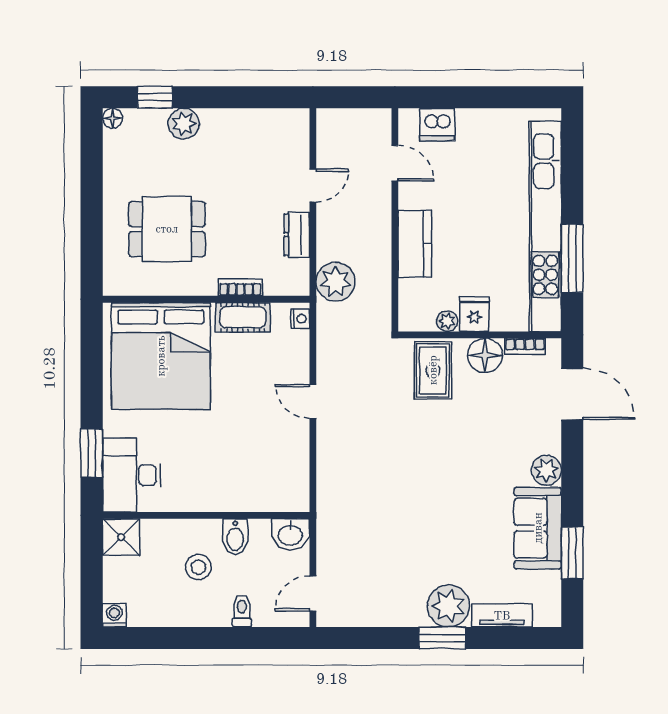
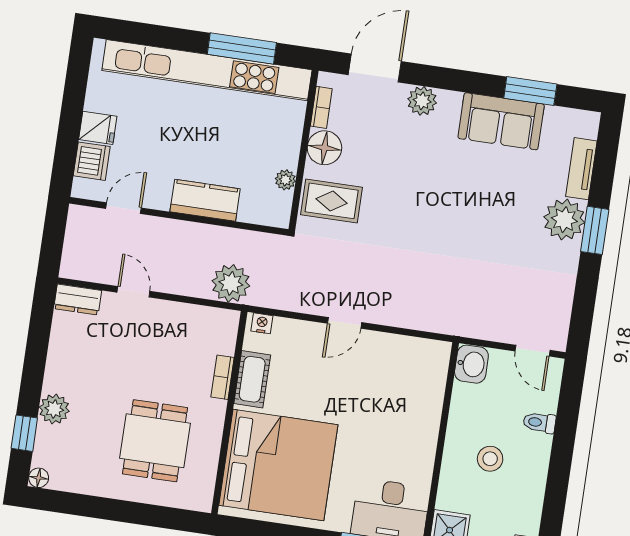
dresser: (297, 235) -> (78, 300), moved
fridge: (474, 314) -> (98, 128), moved, turned 180
plant: (546, 470) -> (422, 101), moved
bidet: (235, 537) -> (466, 418), removed

